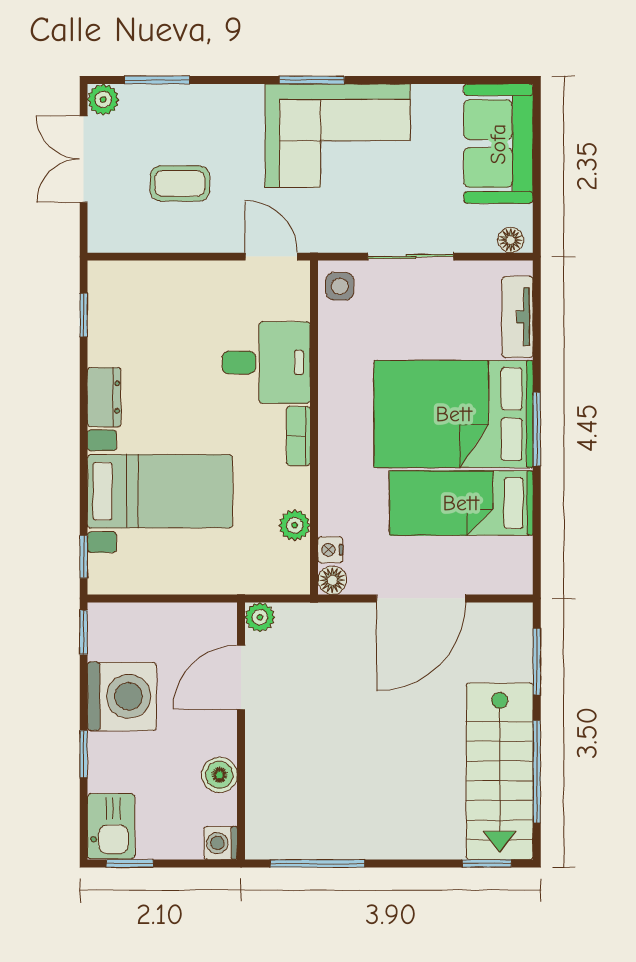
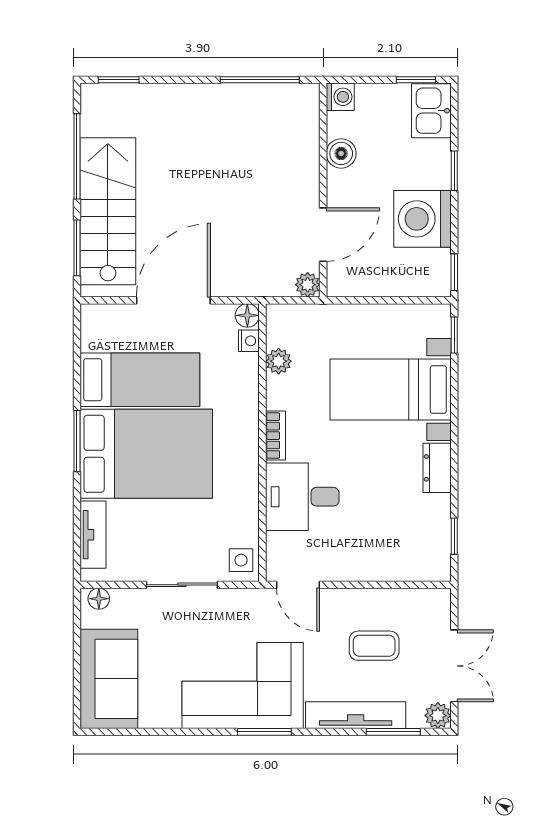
tv unit: (202, 100) -> (356, 715), added
stairs: (500, 771) -> (108, 211), moved

